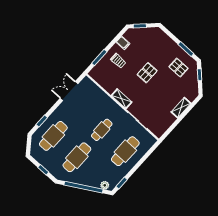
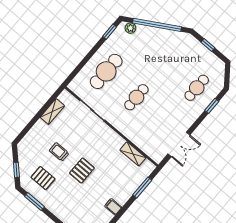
trolley: (118, 61) -> (59, 152), moved
shelving: (122, 99) -> (133, 154), moved
shelving: (181, 108) -> (52, 112), moved
cafe table: (53, 136) -> (197, 88), width x0.73, depth x0.74
cafe table: (77, 157) -> (166, 62), removed

